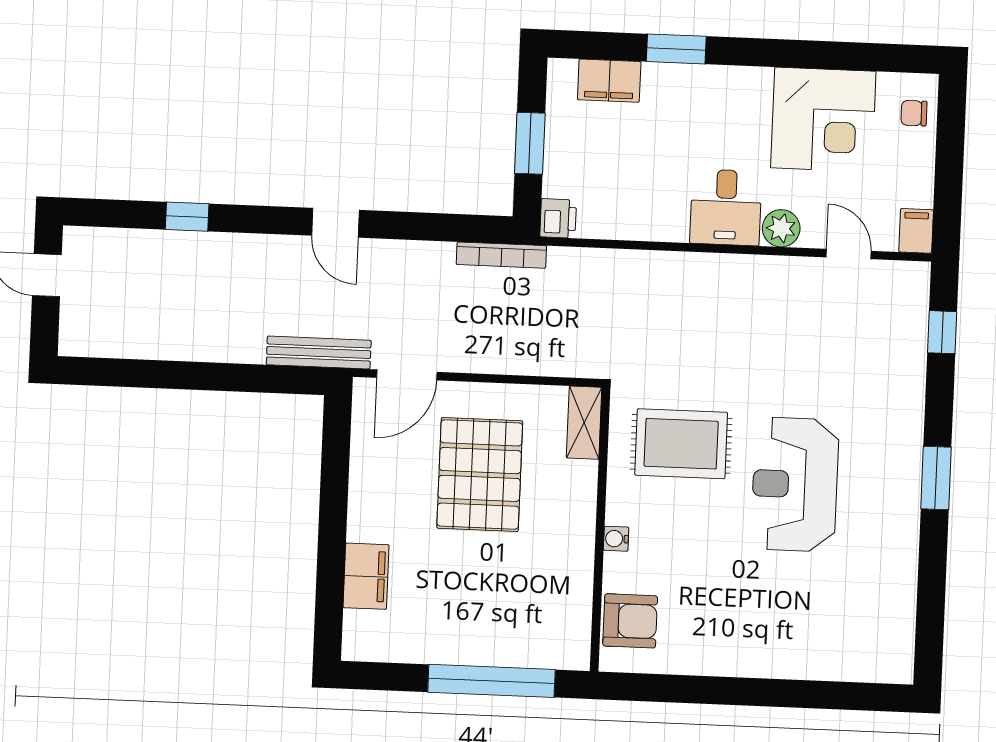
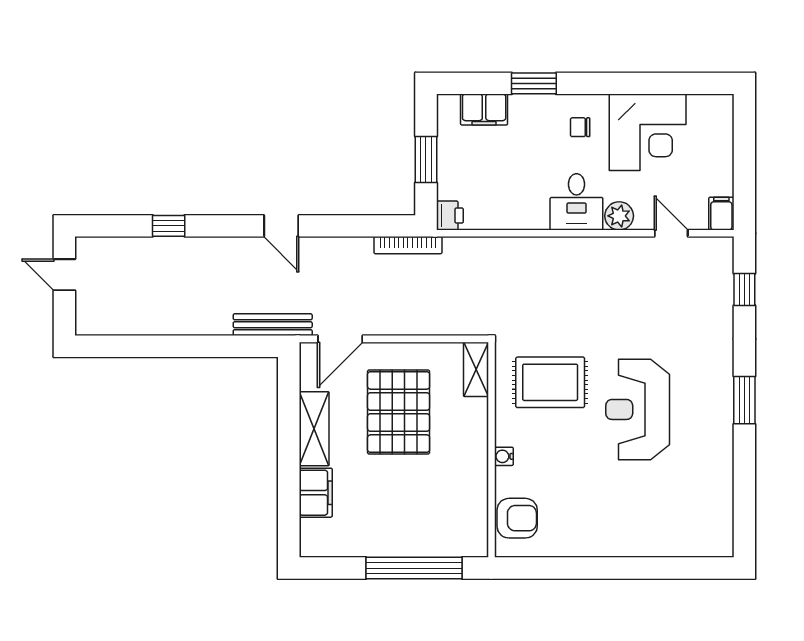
chair: (914, 113) -> (580, 127), moved
shelving: (368, 492) -> (314, 429), added

